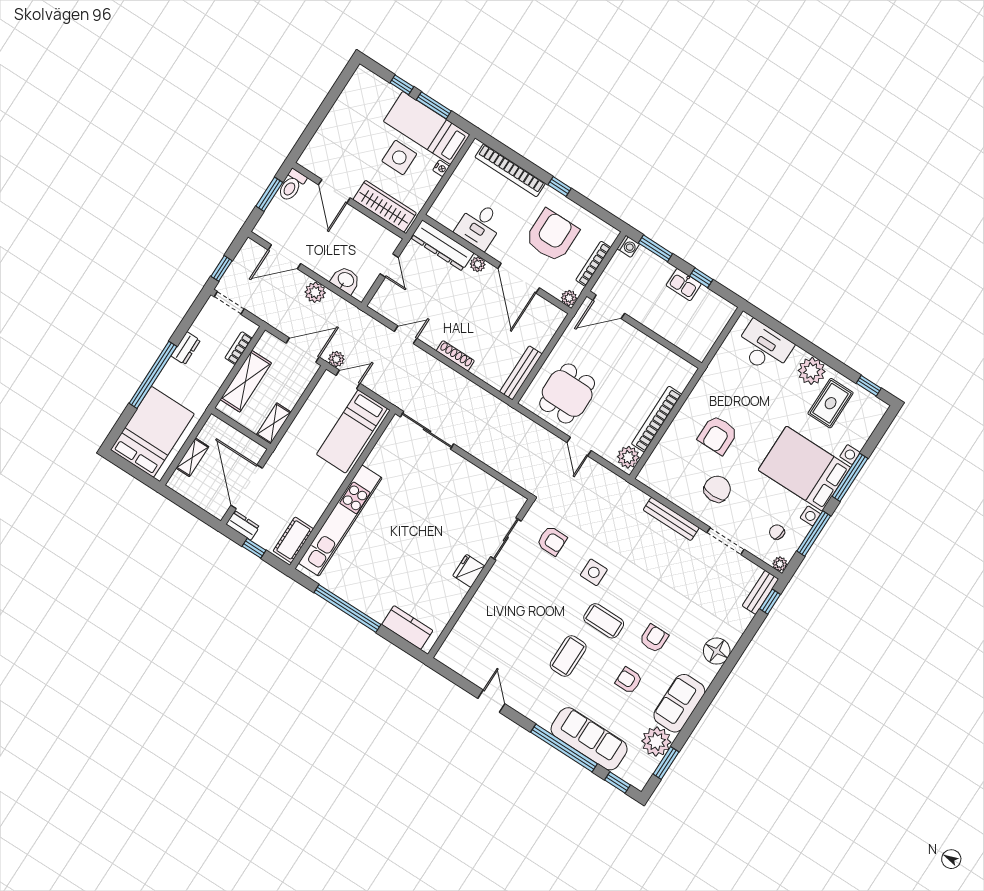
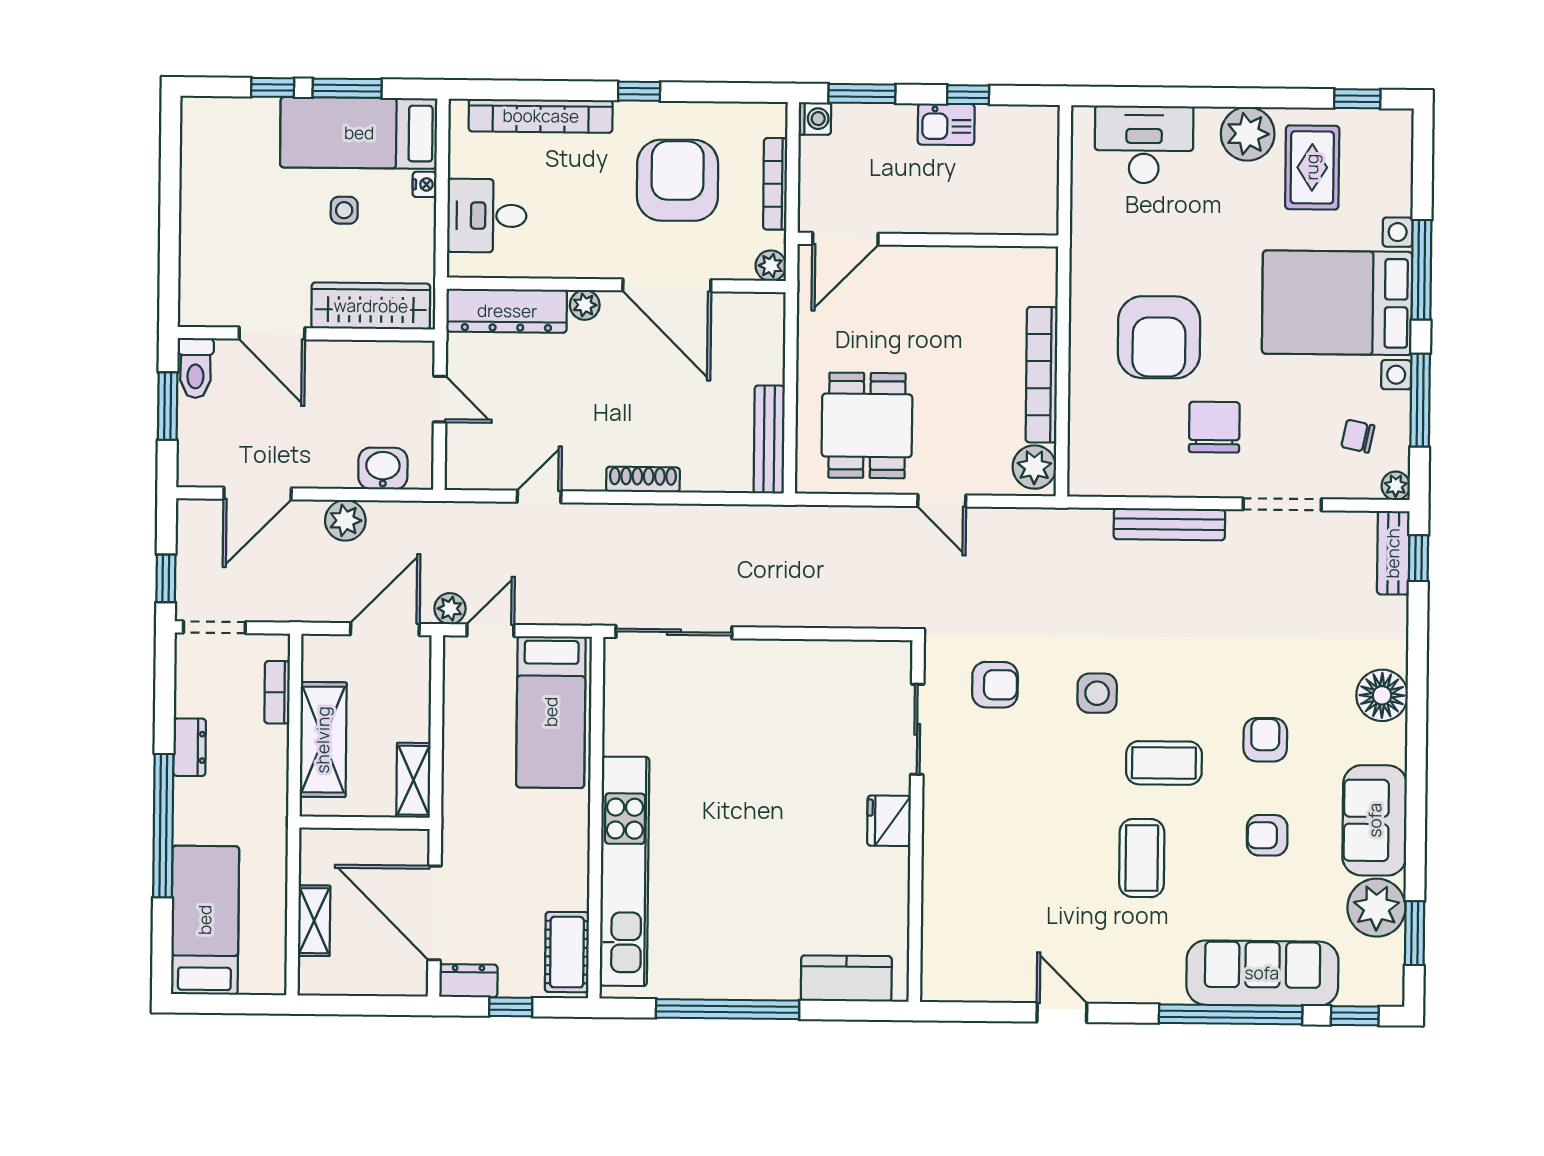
side table: (399, 157) -> (344, 210), width x0.54, depth x0.54
desk: (479, 225) -> (487, 216), moved, turned 90
bed: (152, 432) -> (205, 920), width x0.67
armchair: (718, 435) -> (1159, 337), width x1.36, depth x1.36

